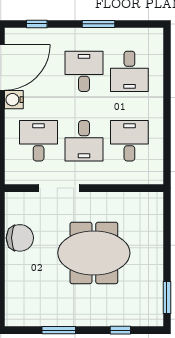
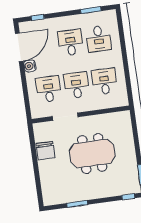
window: (98, 24) -> (91, 10), moved
desk: (84, 141) -> (77, 85), turned 180
chair: (20, 238) -> (45, 151), turned 90
window: (120, 330) -> (128, 197), moved

